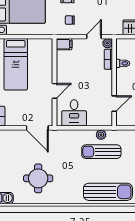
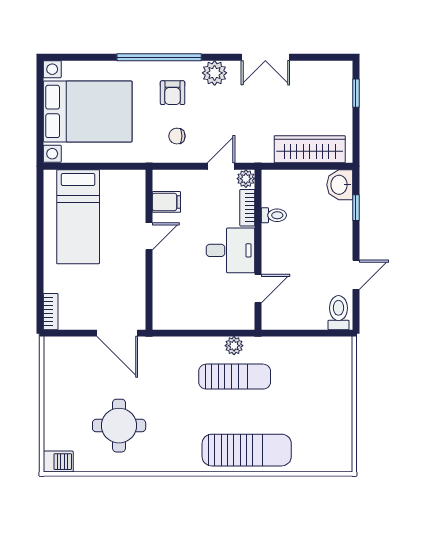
filing cabinet: (64, 44) -> (166, 202), moved
door: (55, 91) -> (149, 236), moved
desk: (74, 113) -> (231, 250), moved, turned -90
sun lounger: (101, 152) -> (235, 377), turned 180

